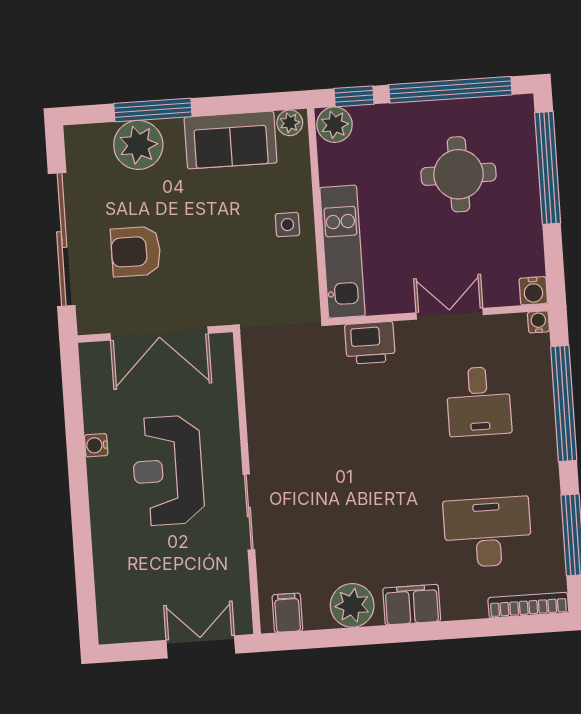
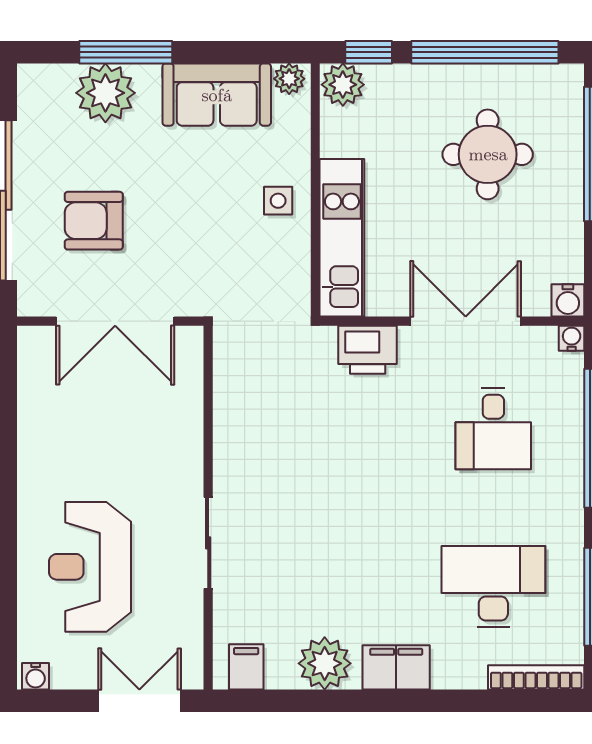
double door: (450, 314) -> (466, 321), width x1.37
water cooler: (96, 445) -> (36, 676), moved, turned -90
reception desk: (168, 470) -> (90, 567), moved

